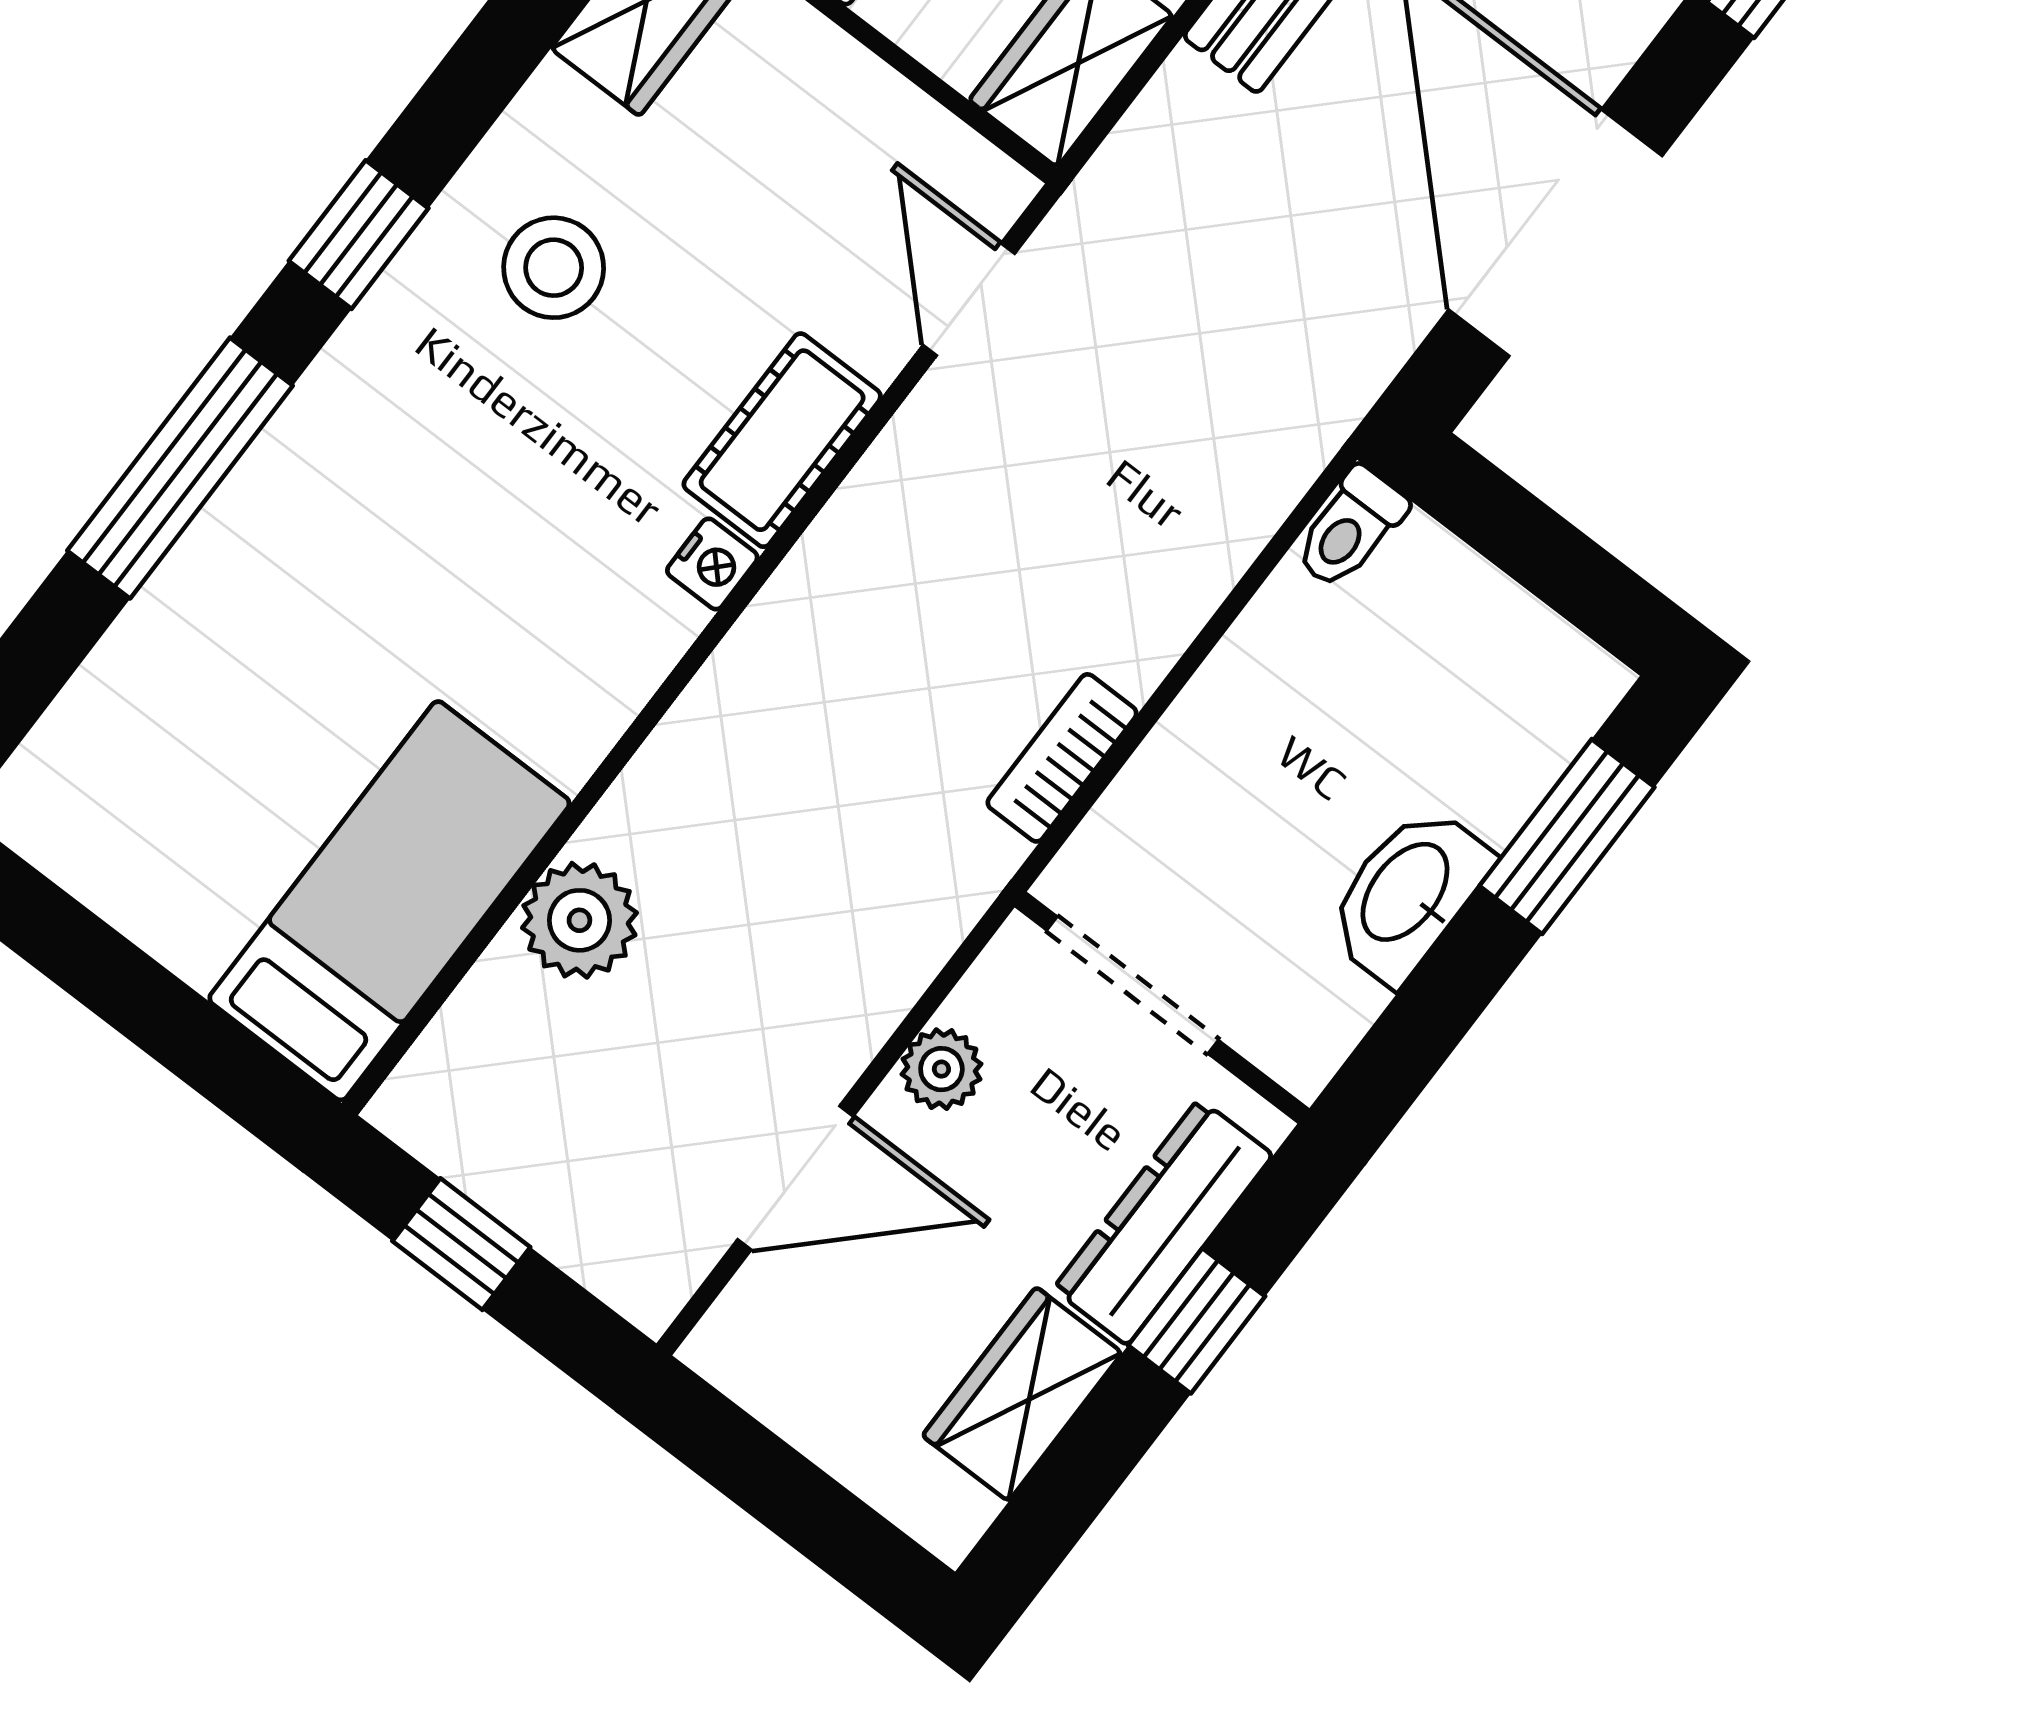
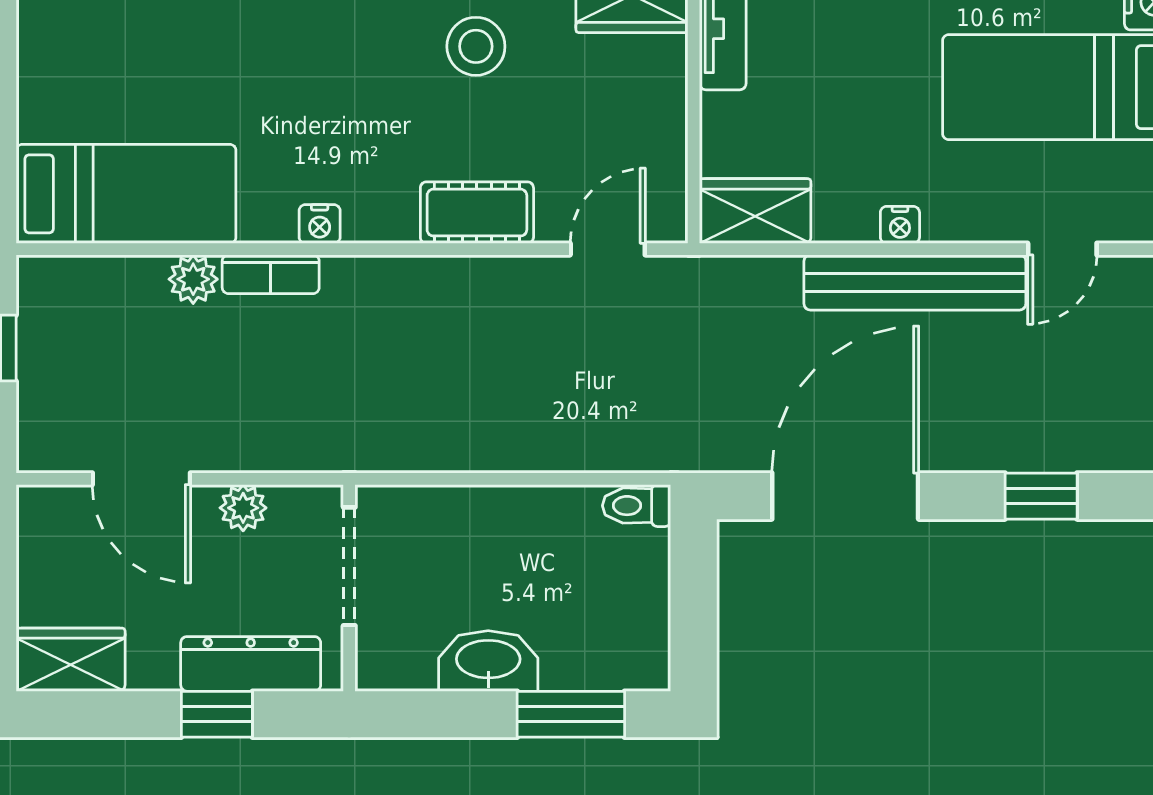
nightstand: (712, 564) -> (320, 224), moved
bookcase: (1062, 758) -> (271, 274), moved, turned 180
plant: (579, 920) -> (193, 279), width x0.73, depth x0.73
wardrobe: (1022, 1394) -> (71, 660), moved

